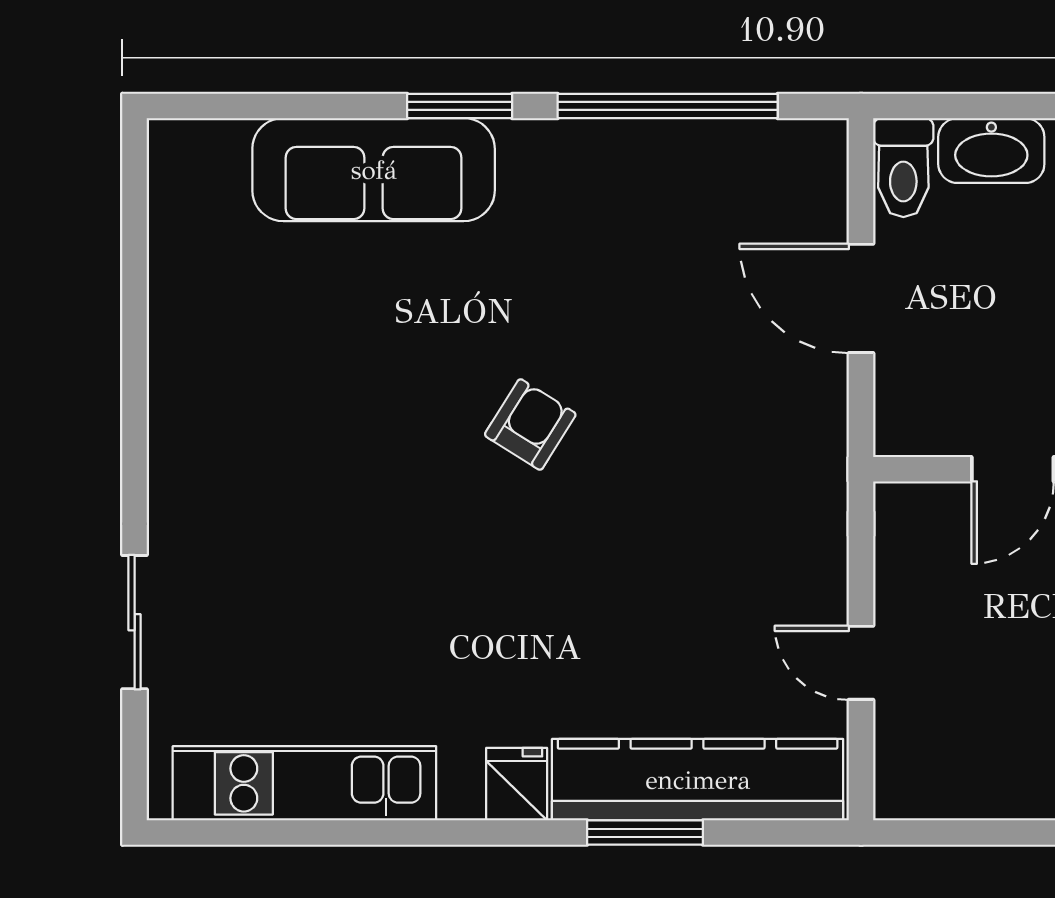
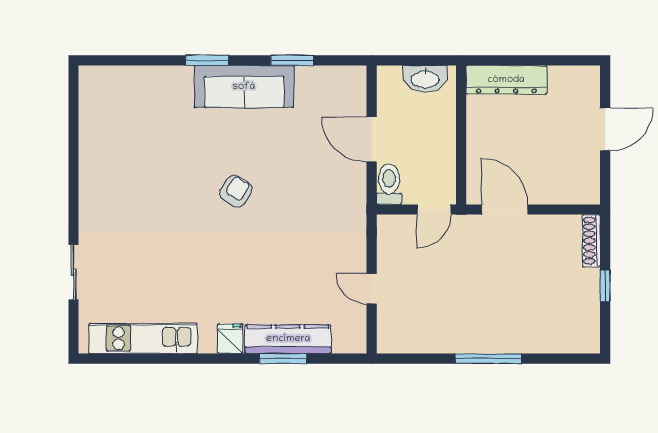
window: (668, 106) -> (292, 60), width x0.47
toilet: (903, 168) -> (389, 184), moved, turned 180
sofa: (374, 170) -> (244, 87), moved
kitchen counter: (698, 780) -> (288, 339), width x0.72, depth x0.86

